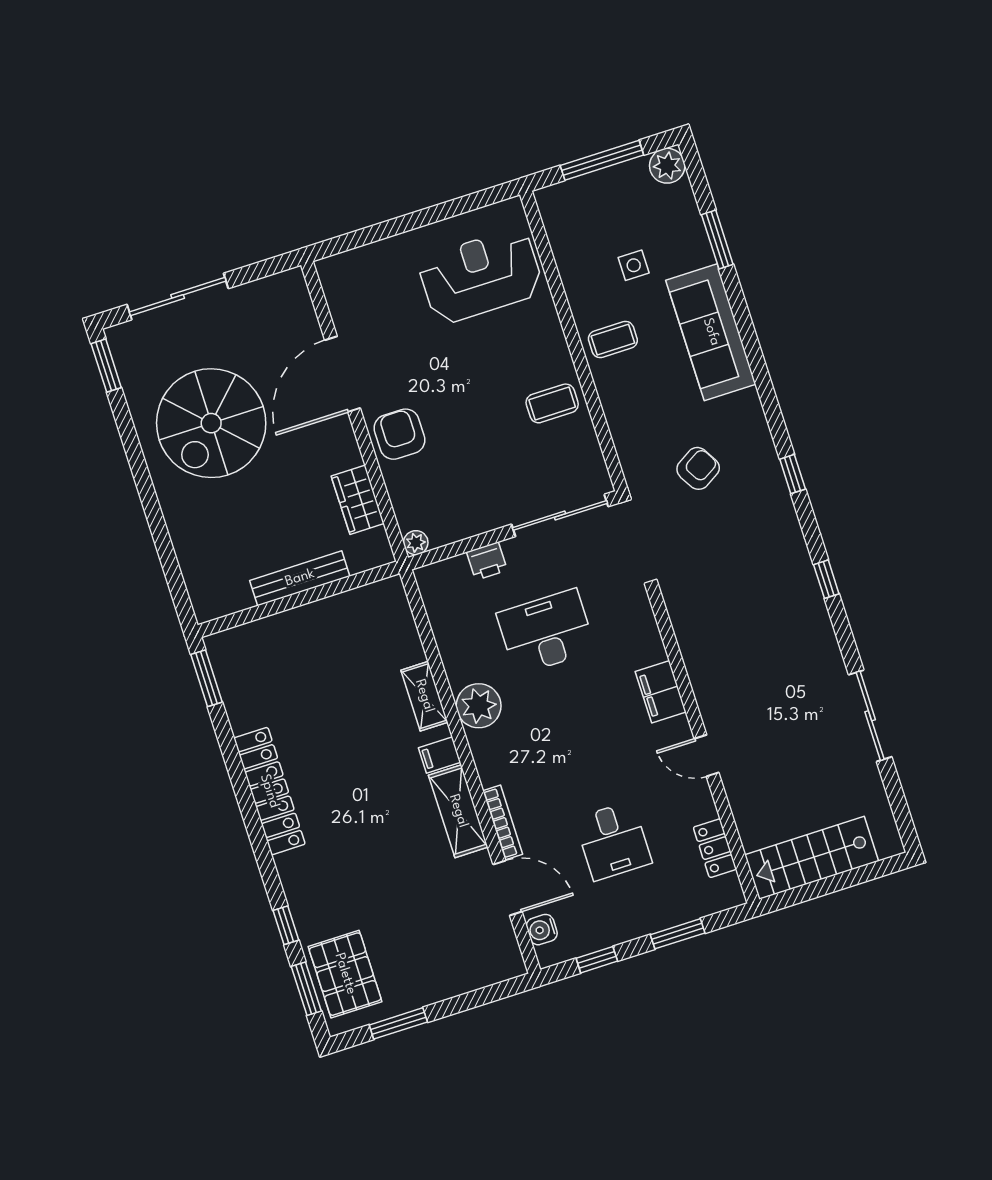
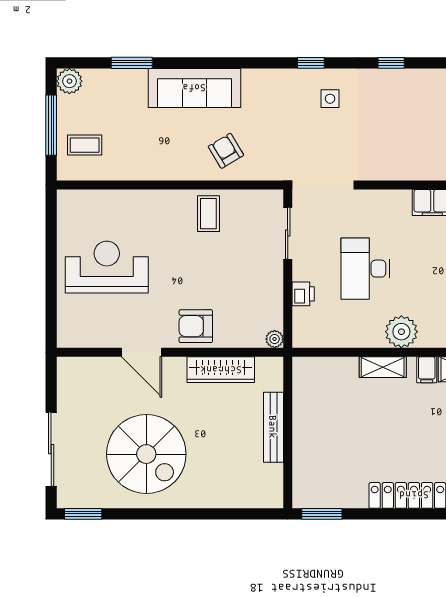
side table: (634, 265) -> (330, 99), moved
reception desk: (481, 276) -> (107, 267), moved, turned 90
coffee table: (613, 340) -> (85, 145), moved, turned 90
door: (343, 374) -> (142, 352), width x0.73
armchair: (698, 468) -> (226, 151), moved
wardrobe: (358, 500) -> (221, 370), width x1.50
sliding door: (560, 515) -> (288, 233), width x0.73

